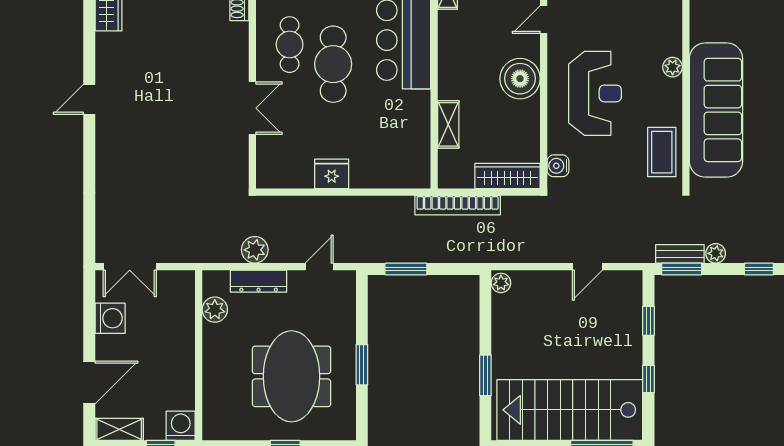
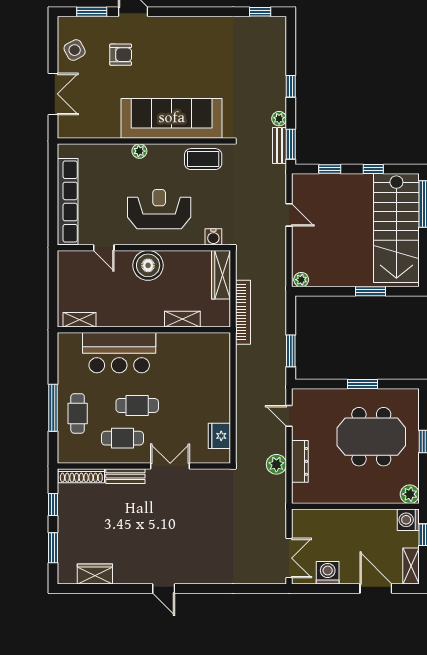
bench: (239, 48) -> (125, 476), added
cafe table: (333, 64) -> (137, 405), width x0.73, depth x0.74
fridge: (332, 174) -> (219, 436), moved
plant: (215, 310) -> (410, 494), moved

